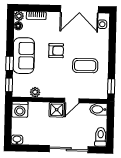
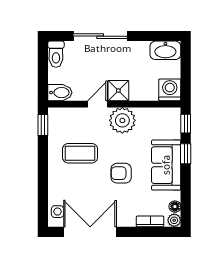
plant: (35, 92) -> (122, 120), moved, width x1.88, depth x1.88
washbasin: (17, 140) -> (165, 50), width x1.91, depth x1.45

